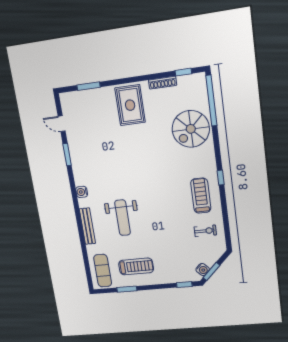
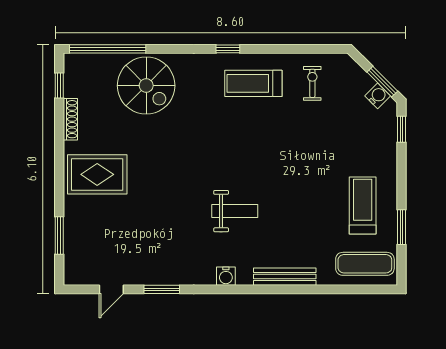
weight bench: (123, 218) -> (235, 211), moved, width x0.73, depth x0.75

